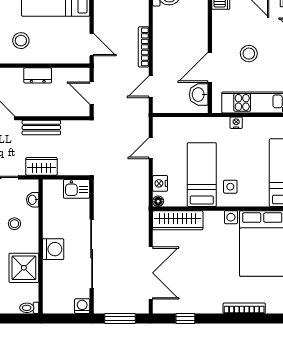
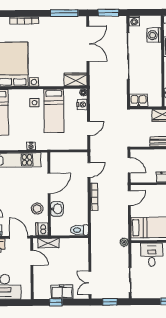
door: (92, 45) -> (129, 198), swing flipped
stool: (249, 54) -> (37, 209), moved
washbasin: (199, 95) -> (57, 209), moved
wardrobe: (178, 220) -> (76, 80), width x0.67
washing machine: (53, 249) -> (154, 35), moved
double door: (151, 273) -> (88, 44), swing flipped
window: (185, 318) -> (64, 13), width x2.17

